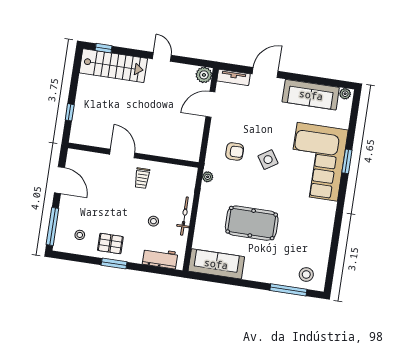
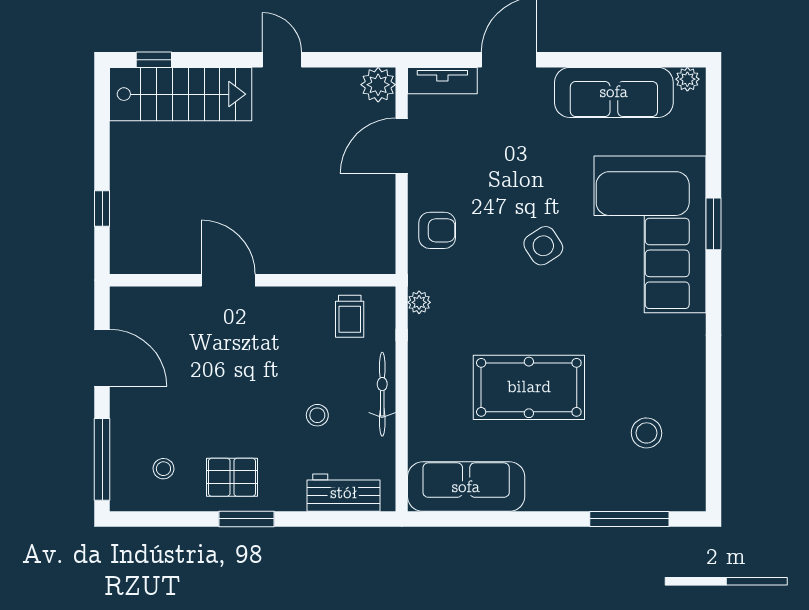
armchair: (235, 151) -> (437, 230), moved
trolley: (142, 178) -> (350, 316), moved
stool: (306, 274) -> (646, 433), moved

